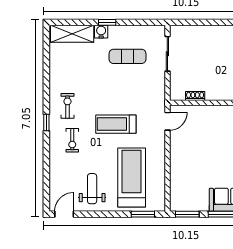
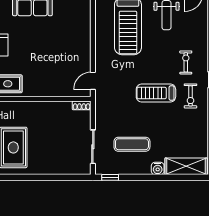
window: (107, 22) -> (110, 177), moved
shoe rack: (195, 96) -> (82, 105), moved
treadmill: (116, 124) -> (156, 93), moved, turned 180

